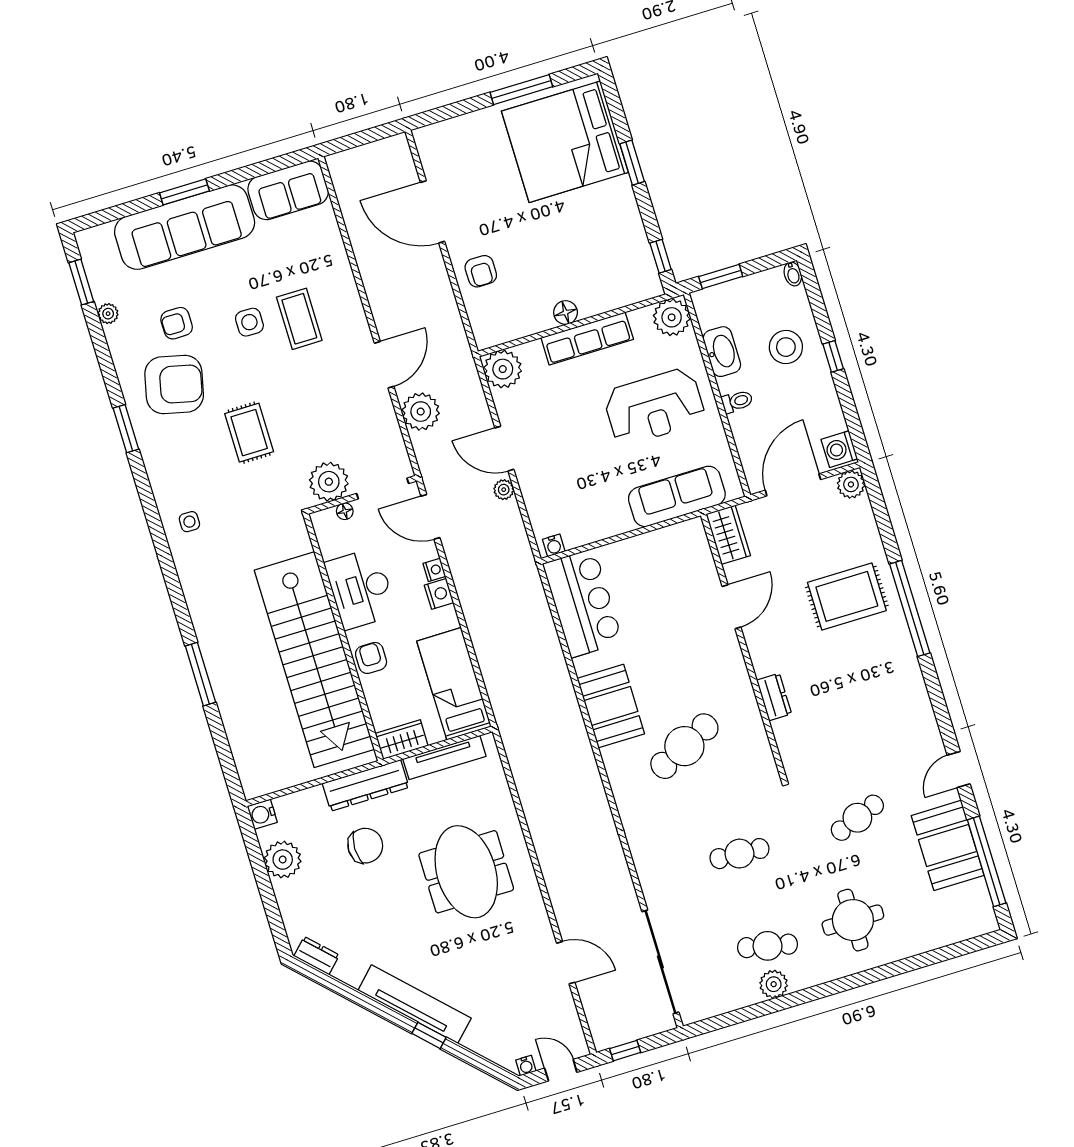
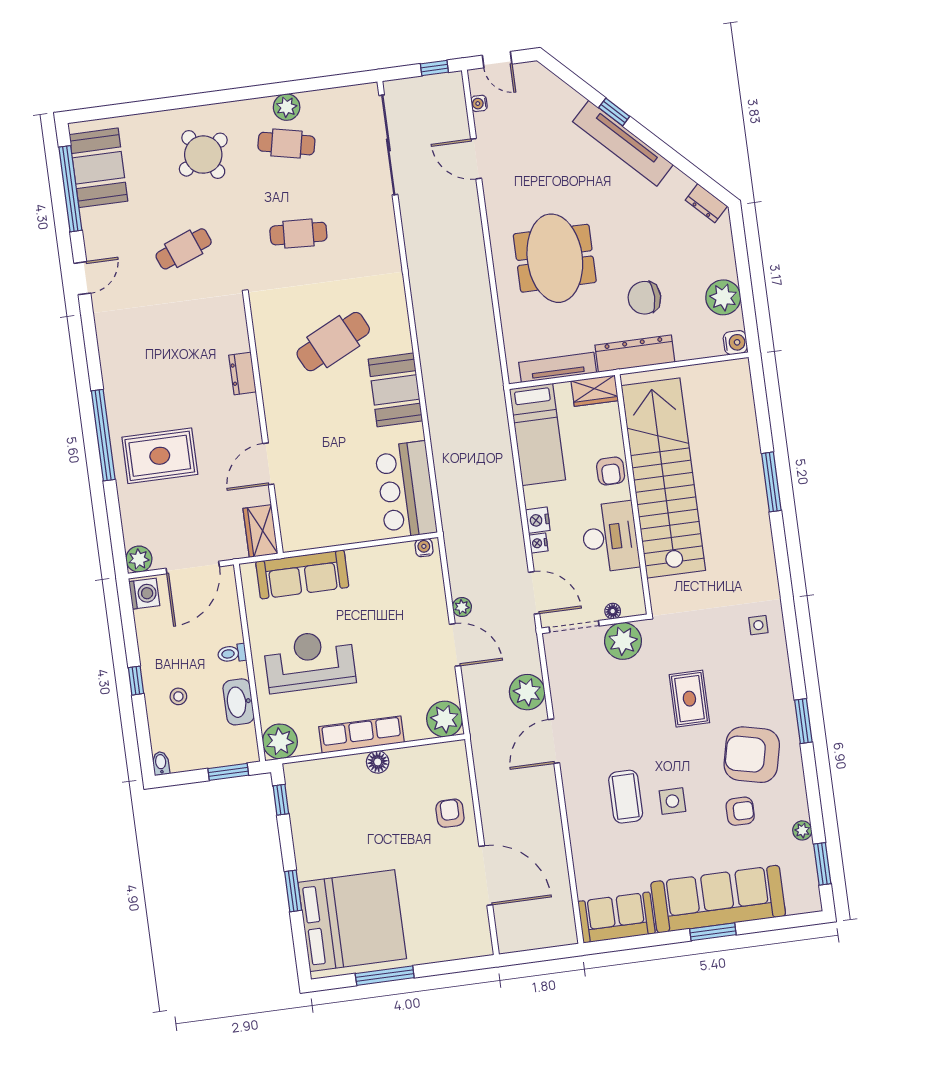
stool: (786, 347) -> (178, 696), width x0.53, depth x0.53
booth: (948, 845) -> (98, 168), moved
round table: (853, 920) -> (203, 155), turned -33
water cooler: (526, 1066) -> (479, 103), moved, turned -90

